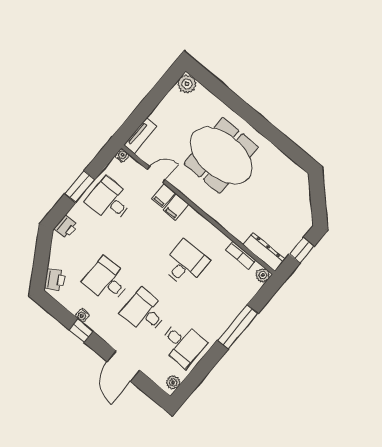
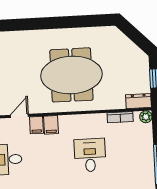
meeting table: (221, 155) -> (71, 75), moved
dresser: (264, 252) -> (138, 101), width x0.70

